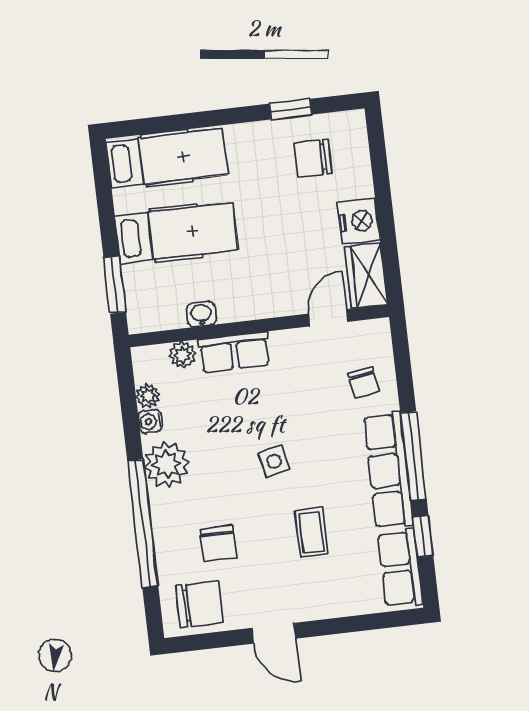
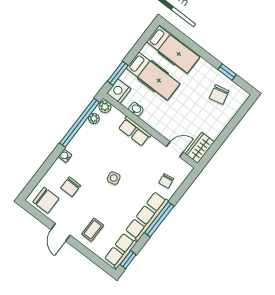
chair: (313, 158) -> (219, 95), turned -103
nightstand: (359, 221) -> (119, 91), moved, turned 180
plant: (183, 355) -> (105, 107), moved
water cooler: (150, 421) -> (65, 156), moved
plant: (167, 464) -> (79, 146), removed
window: (143, 523) -> (80, 123), moved
coffee table: (311, 532) -> (93, 230), moved
window: (423, 536) -> (128, 260), moved

